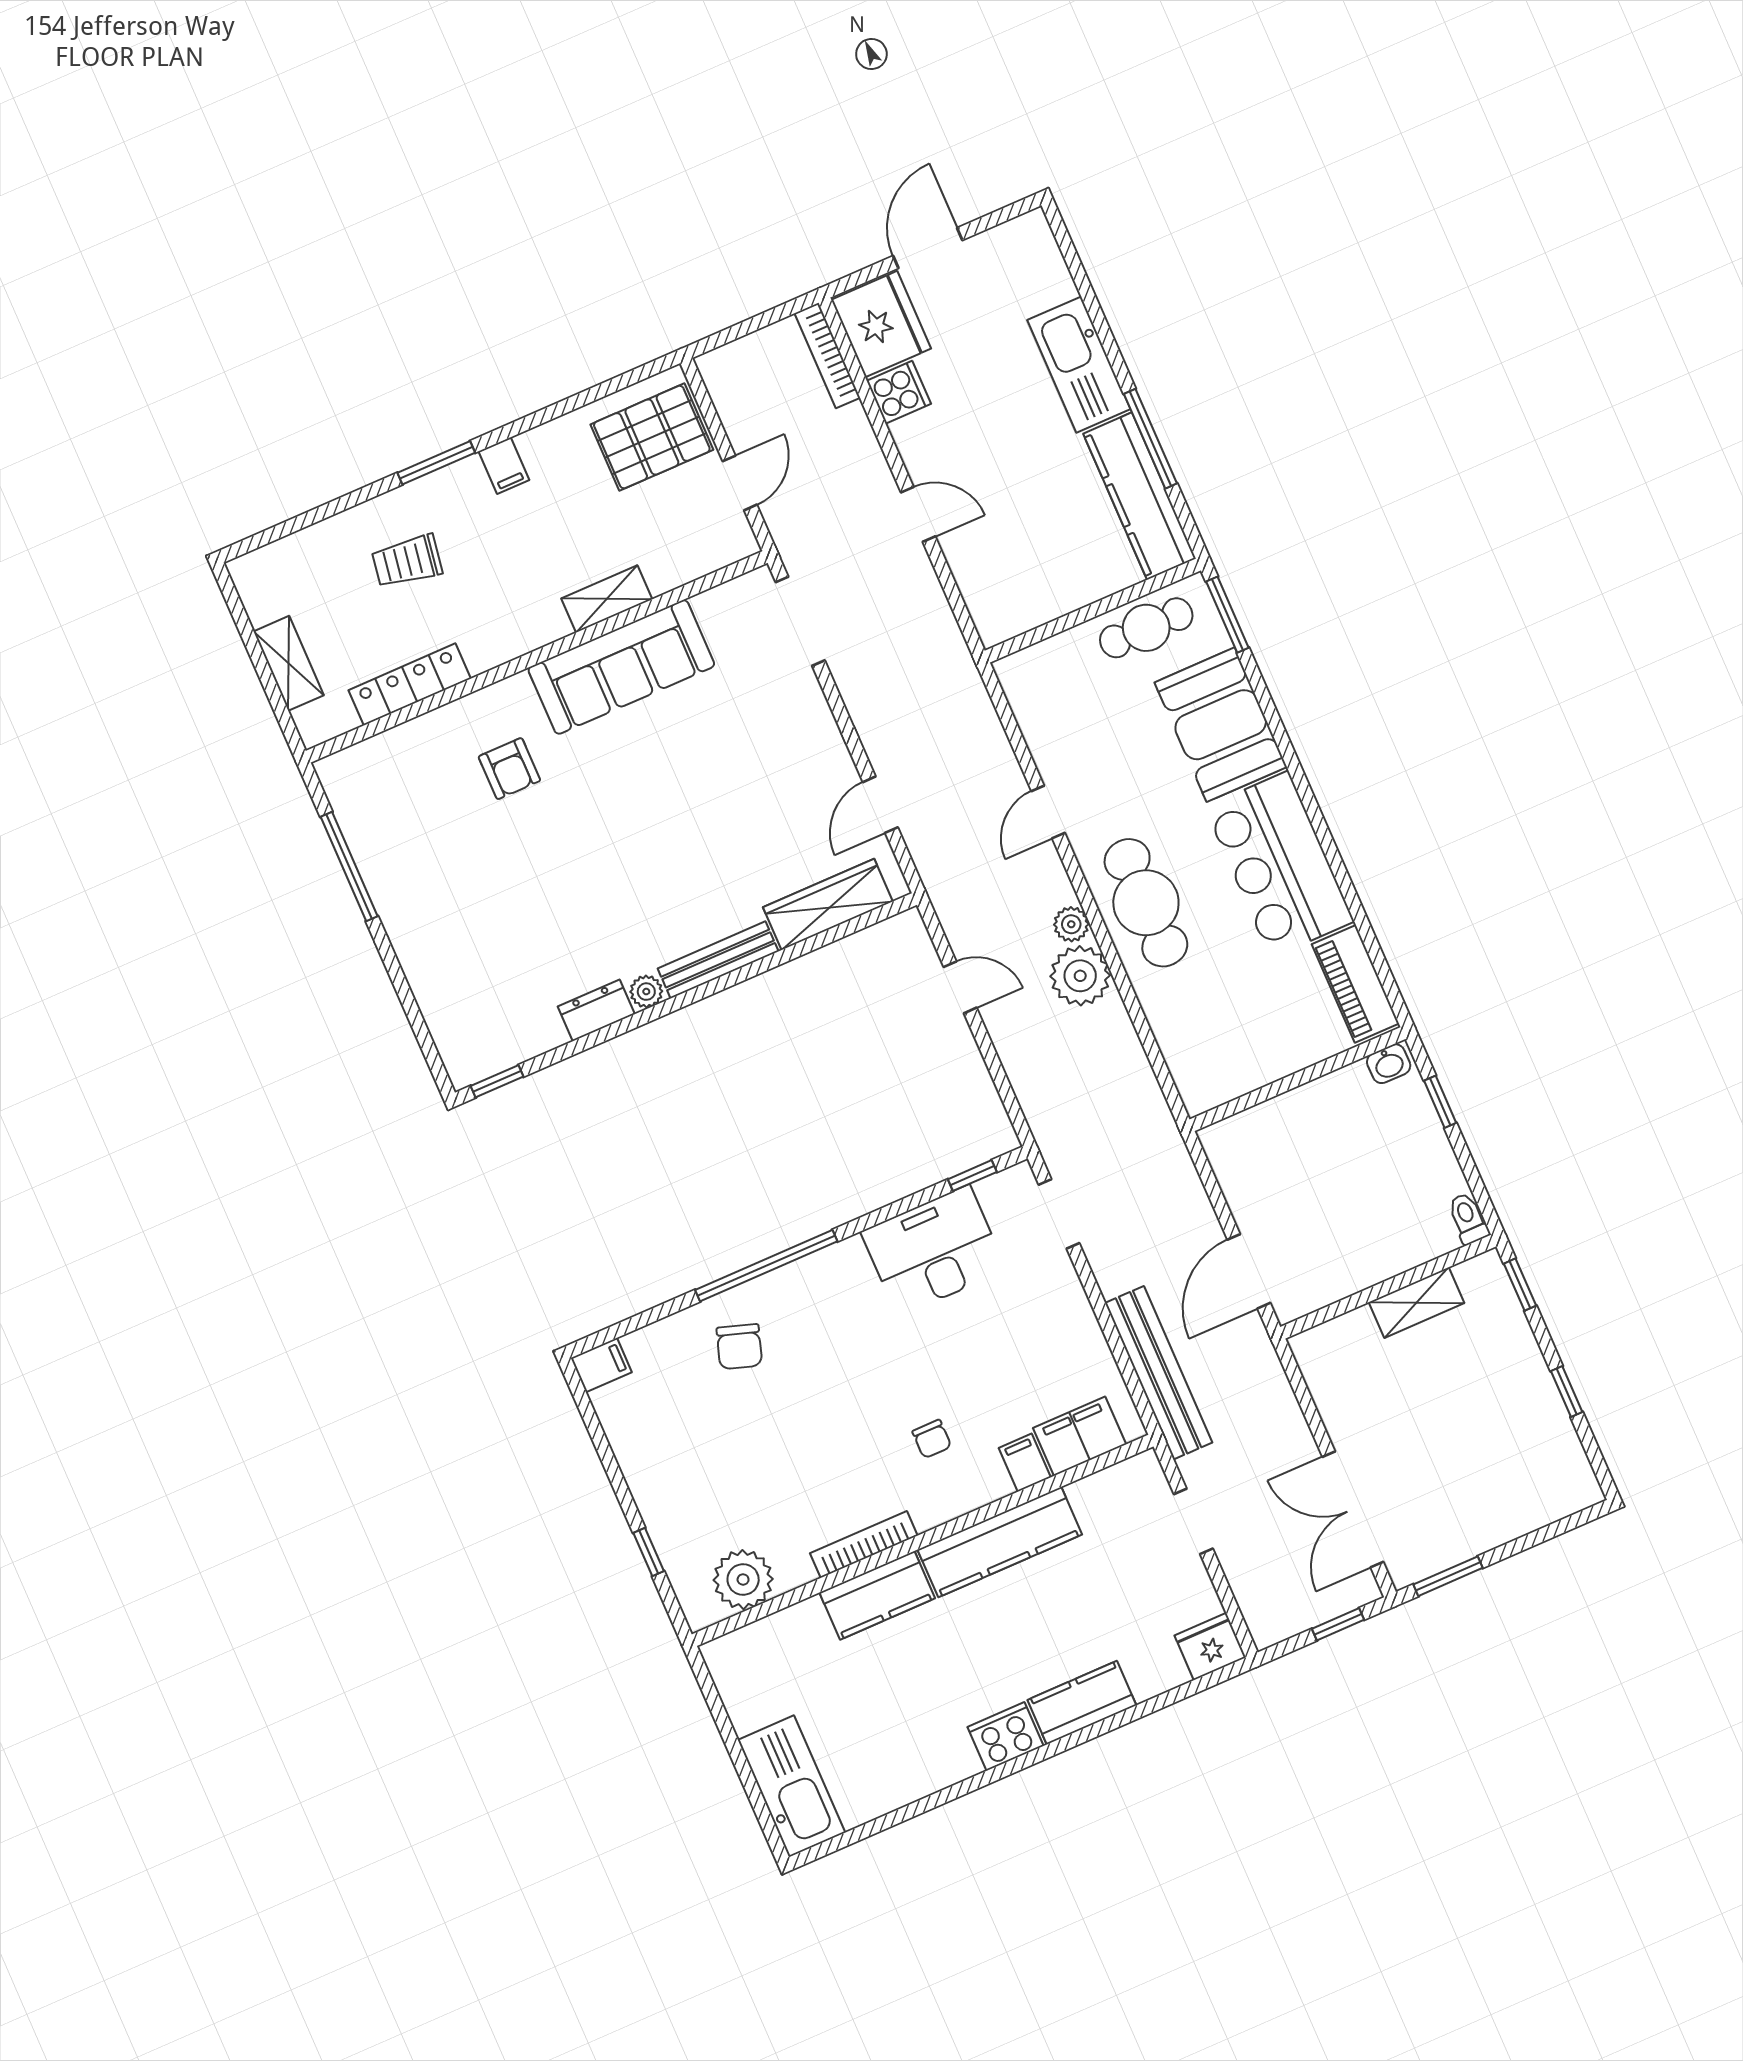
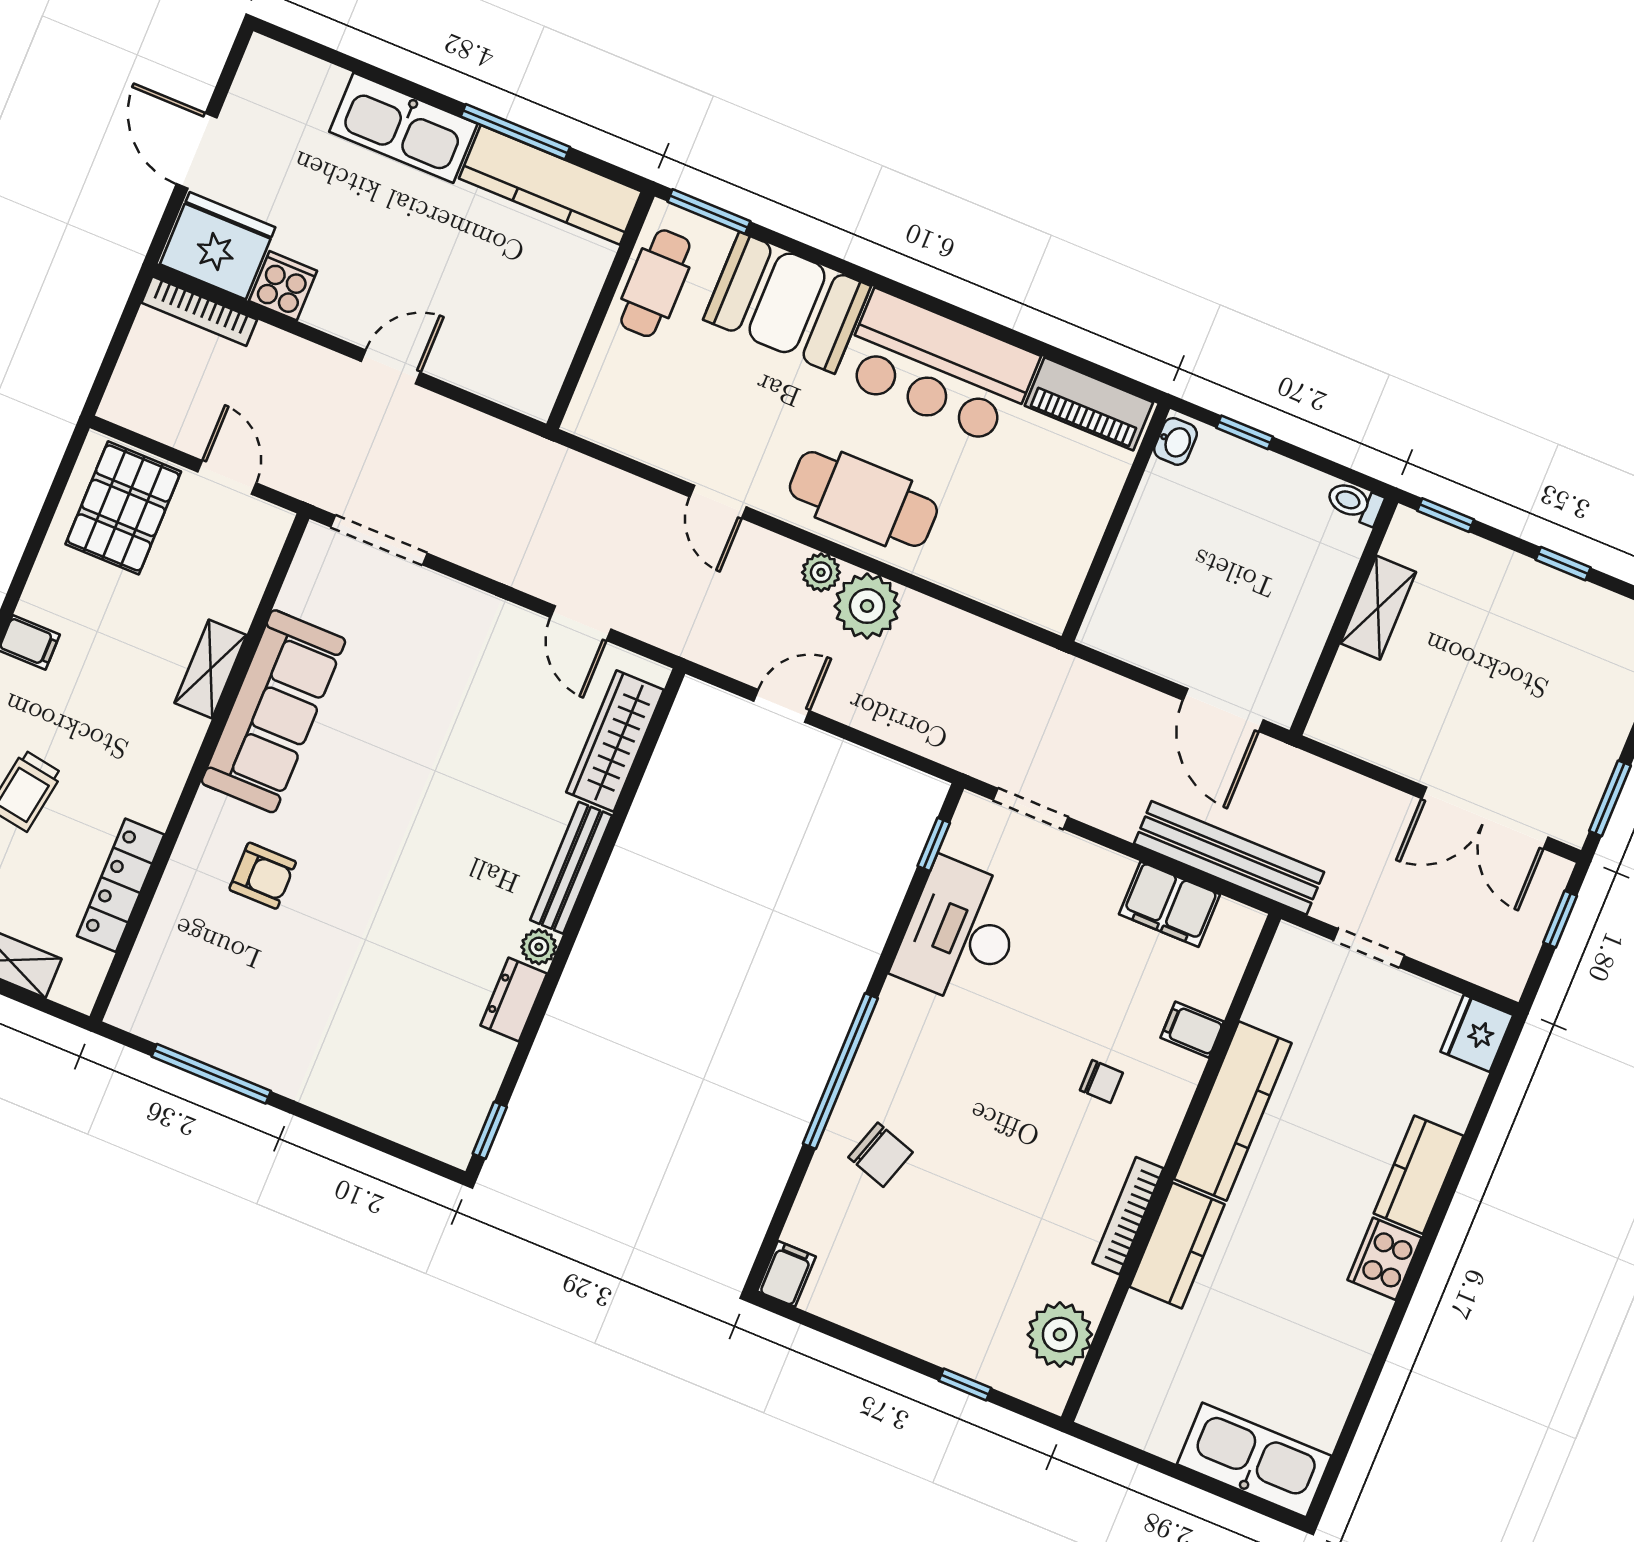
filing cabinet: (1080, 1436) -> (1169, 904), moved, turned -90

